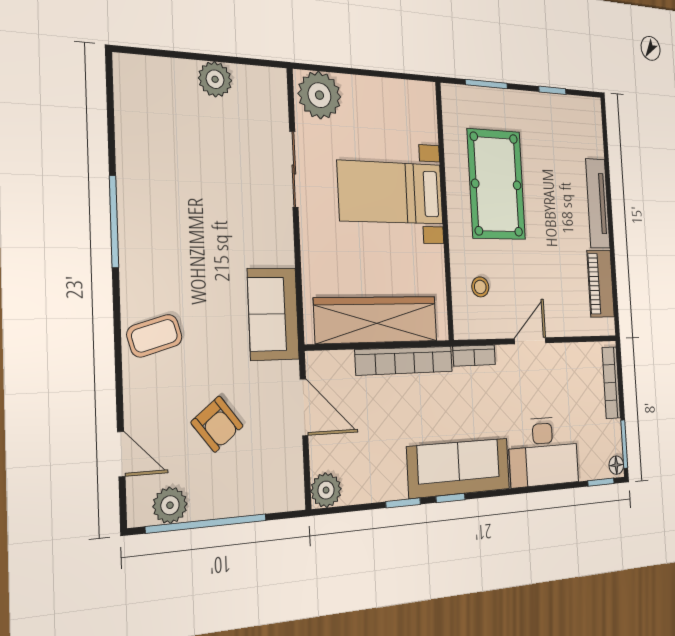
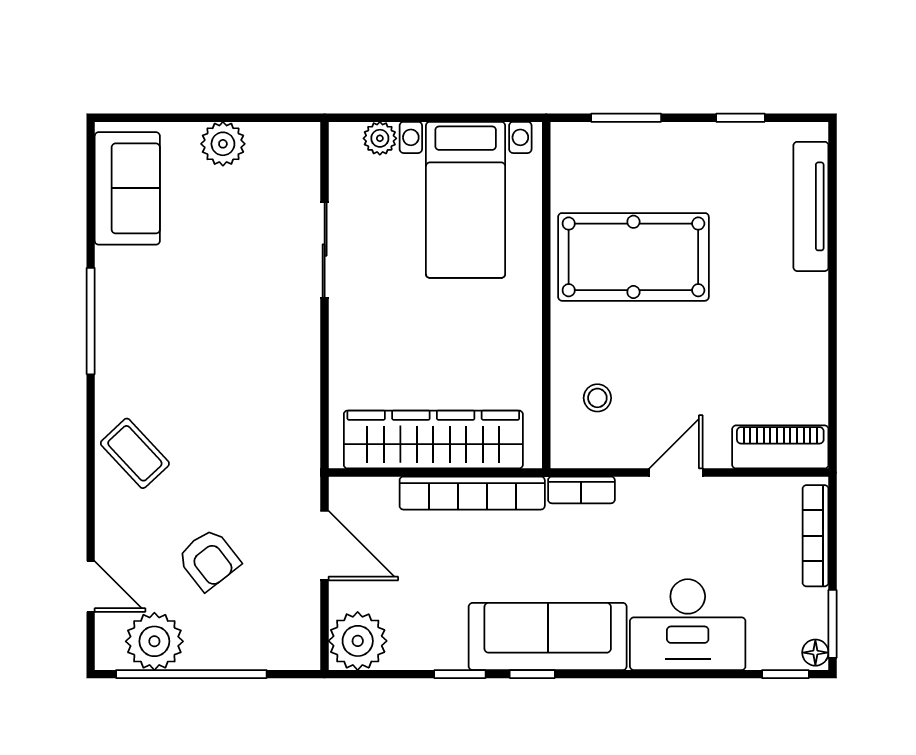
plant: (320, 95) -> (380, 138), width x0.53, depth x0.53
pool table: (496, 184) -> (633, 257), turned 90
bed with nightstands: (391, 192) -> (466, 200), moved, turned -90
tv unit: (598, 203) -> (811, 206), moved
piano: (601, 284) -> (780, 447), moved, turned 90
sofa: (273, 314) -> (127, 188), moved, turned 180
coffee table: (154, 336) -> (135, 453), turned 63
plant: (326, 490) -> (358, 641), width x1.36, depth x1.36
plant: (170, 505) -> (154, 641), width x1.36, depth x1.36

